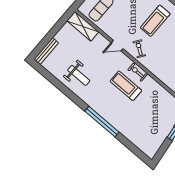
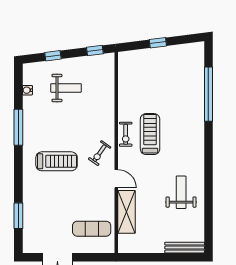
shelving: (83, 26) -> (126, 212), moved
treadmill: (126, 86) -> (150, 134), turned 180
window: (102, 122) -> (208, 94), moved

